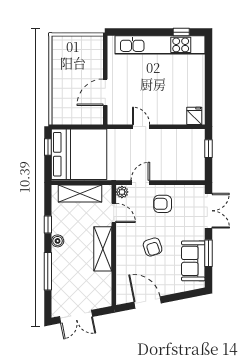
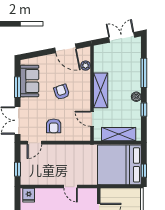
door: (140, 183) -> (34, 143), moved
plant: (122, 192) -> (86, 66), moved
armchair: (163, 204) -> (54, 126), turned 90

